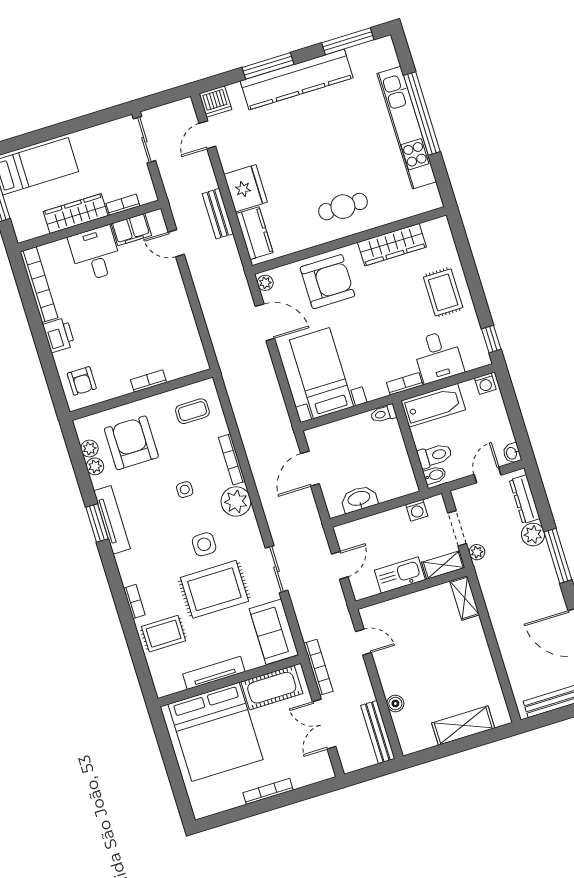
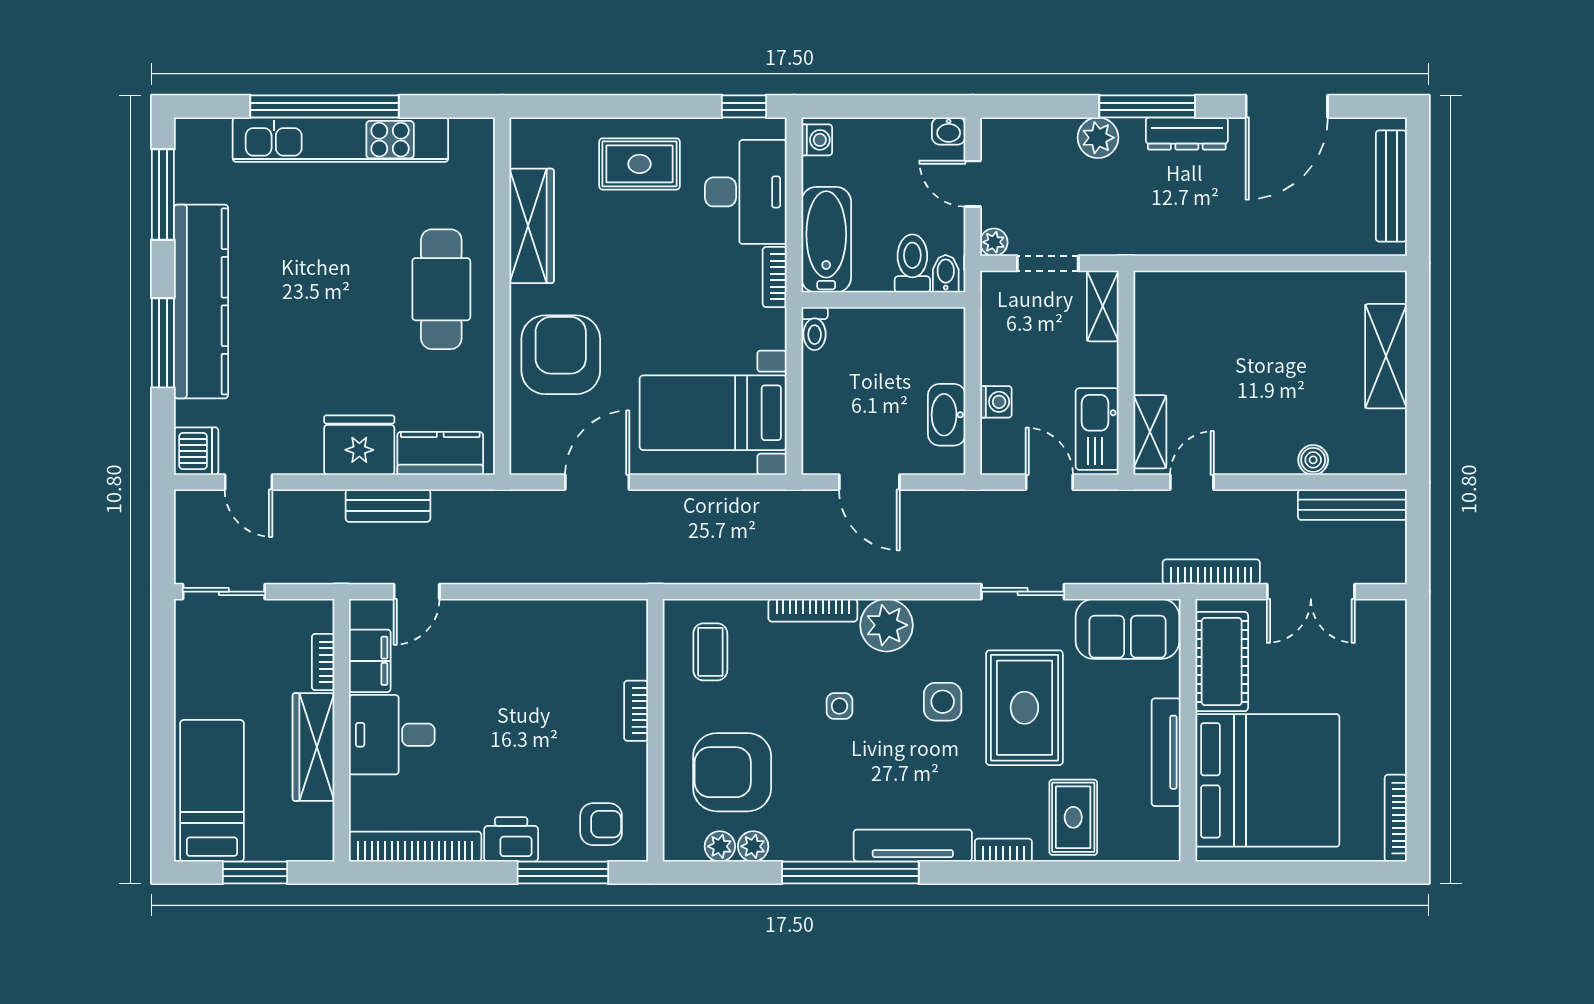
cafe table: (343, 207) -> (441, 289), width x1.37, depth x1.35
plant: (265, 283) -> (530, 461), removed
desk: (438, 357) -> (746, 192), width x1.37
window: (49, 368) -> (563, 872), added
dresser: (525, 499) -> (1187, 133), moved
washing machine: (417, 510) -> (996, 402), moved
tv unit: (112, 520) -> (913, 846), moved
window: (97, 523) -> (850, 872), width x2.11
plant: (477, 552) -> (994, 242), moved
kitchen sink: (400, 575) -> (1097, 429), moved
shelving: (465, 598) -> (1150, 432), moved, turned 90
bookcase: (268, 791) -> (1396, 818), moved

